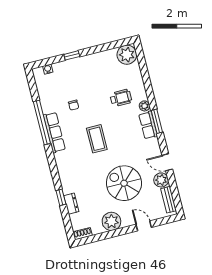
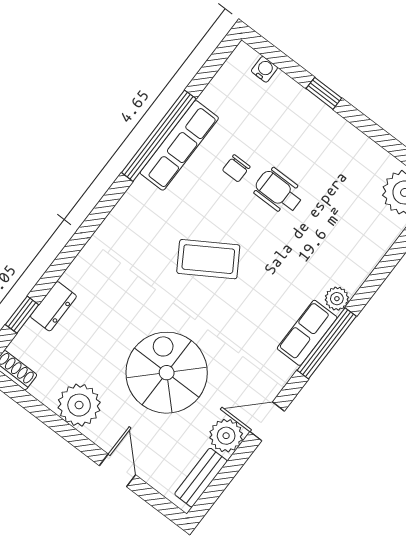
wheelchair: (121, 98) -> (279, 191), moved, turned 180
window: (157, 121) -> (327, 343), width x1.44
row of seats: (54, 132) -> (179, 145), moved
coffee table: (97, 139) -> (208, 259), turned 58
door: (167, 162) -> (267, 421), hinge flipped
window: (61, 197) -> (22, 315), moved

